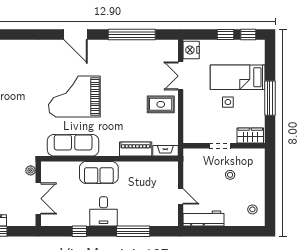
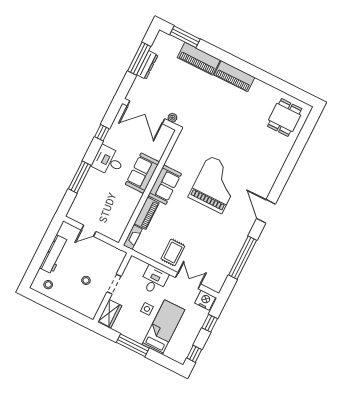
door: (76, 34) -> (266, 211), hinge flipped
window: (226, 34) -> (210, 323), moved
desk: (197, 109) -> (154, 280), added
sofa: (73, 145) -> (165, 185), moved, width x0.73
double door: (38, 199) -> (146, 112), width x1.37
workbench: (204, 218) -> (54, 254), moved

